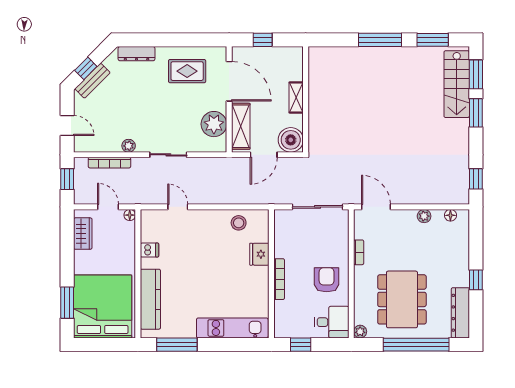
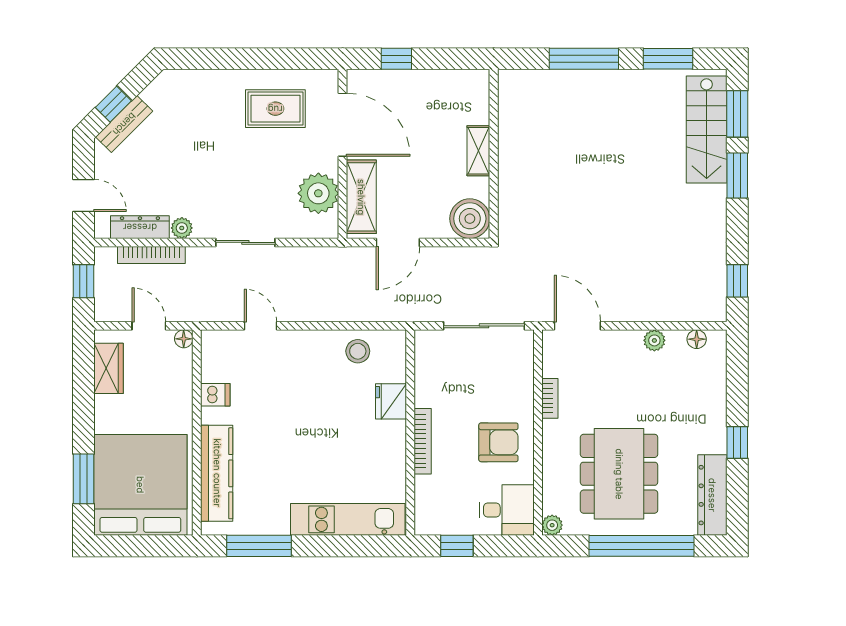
dresser: (137, 54) -> (140, 227), moved, turned 180
shelving: (296, 97) -> (478, 151), moved
wall: (306, 99) -> (494, 154), moved
boiler: (291, 140) -> (470, 219), moved
armchair: (327, 280) -> (498, 442), turned 90

